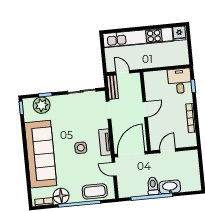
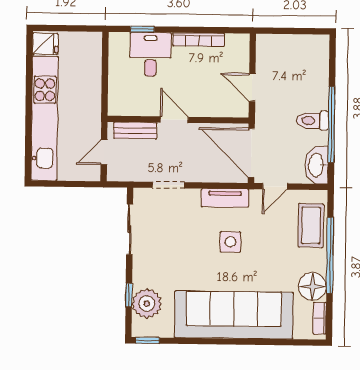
desk: (180, 81) -> (150, 54), moved, turned 90
bench: (113, 87) -> (135, 130), moved
washbasin: (170, 187) -> (317, 165), moved

